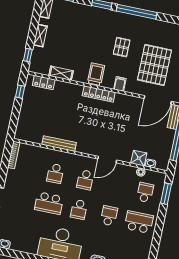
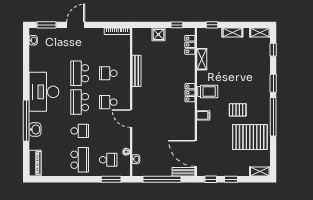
pallet: (154, 65) -> (250, 137), moved
locker: (99, 94) -> (190, 93), width x0.66
shower: (139, 158) -> (158, 34), moved
school desk: (79, 209) -> (80, 102), width x1.85

